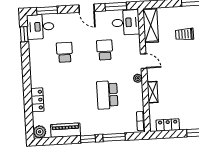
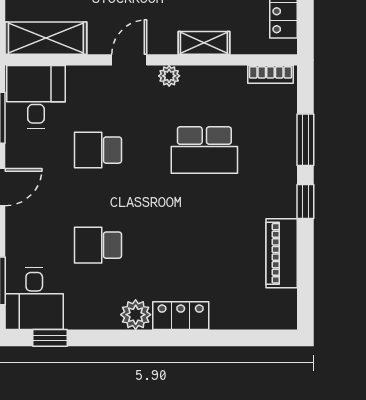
locker: (37, 100) -> (181, 316), moved
plant: (40, 132) -> (136, 315), moved

